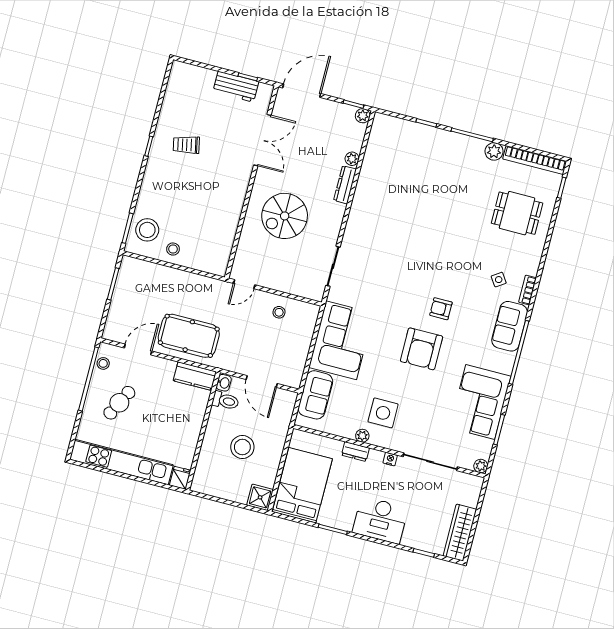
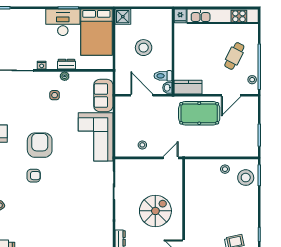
side table: (383, 413) -> (55, 95), width x0.54, depth x0.54
desk: (380, 520) -> (63, 22), moved

